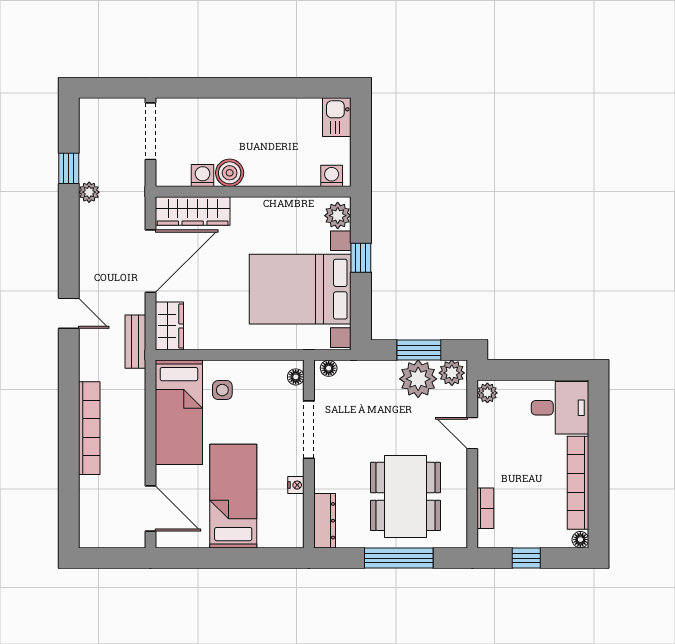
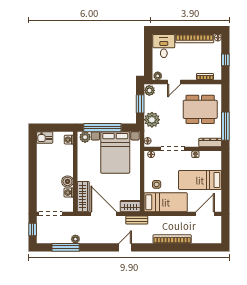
window: (112, 88) -> (33, 230), added
window: (69, 168) -> (66, 247), width x2.17
window: (361, 258) -> (102, 128), width x3.17
plant: (418, 379) -> (152, 120), moved
window: (399, 558) -> (225, 126), moved

